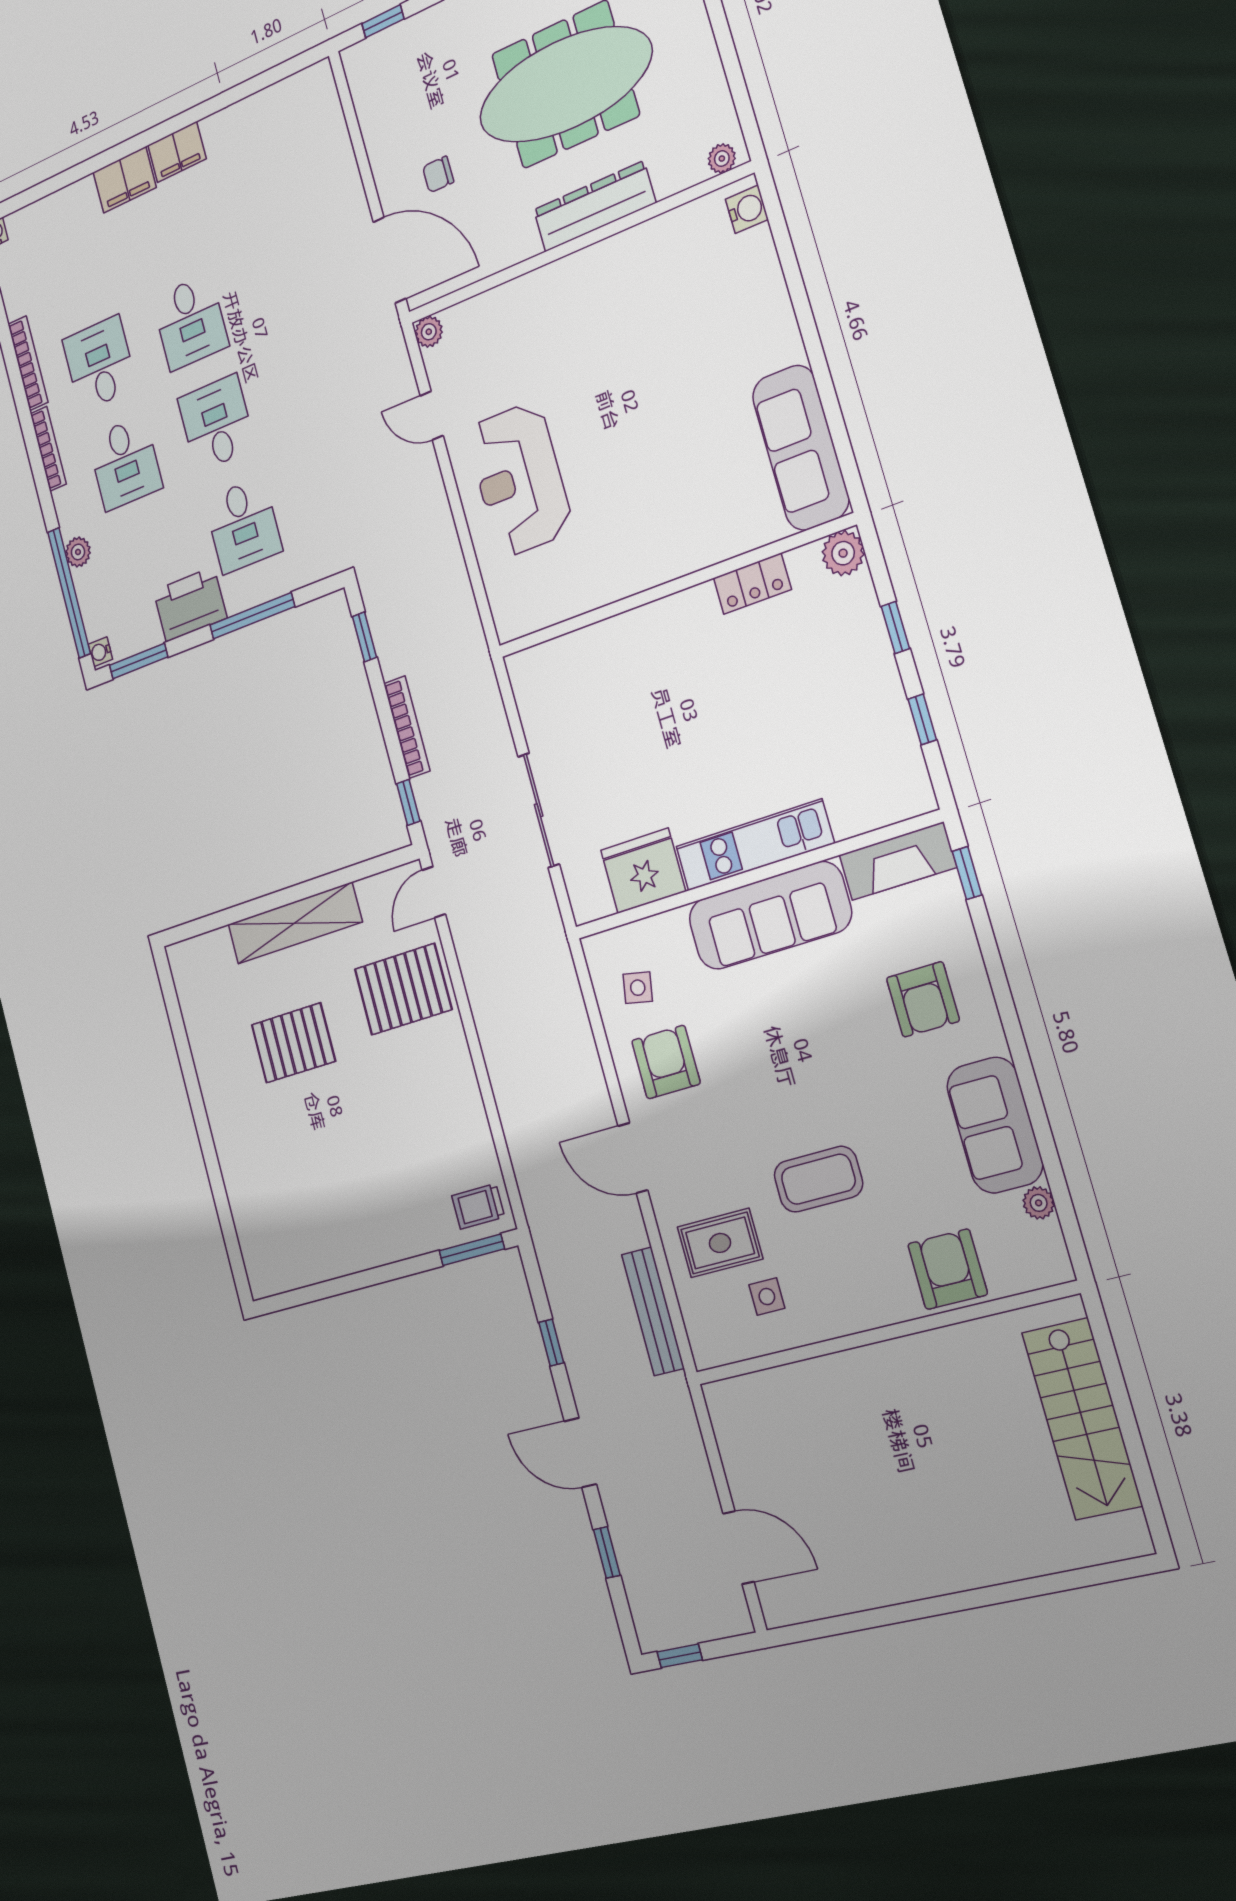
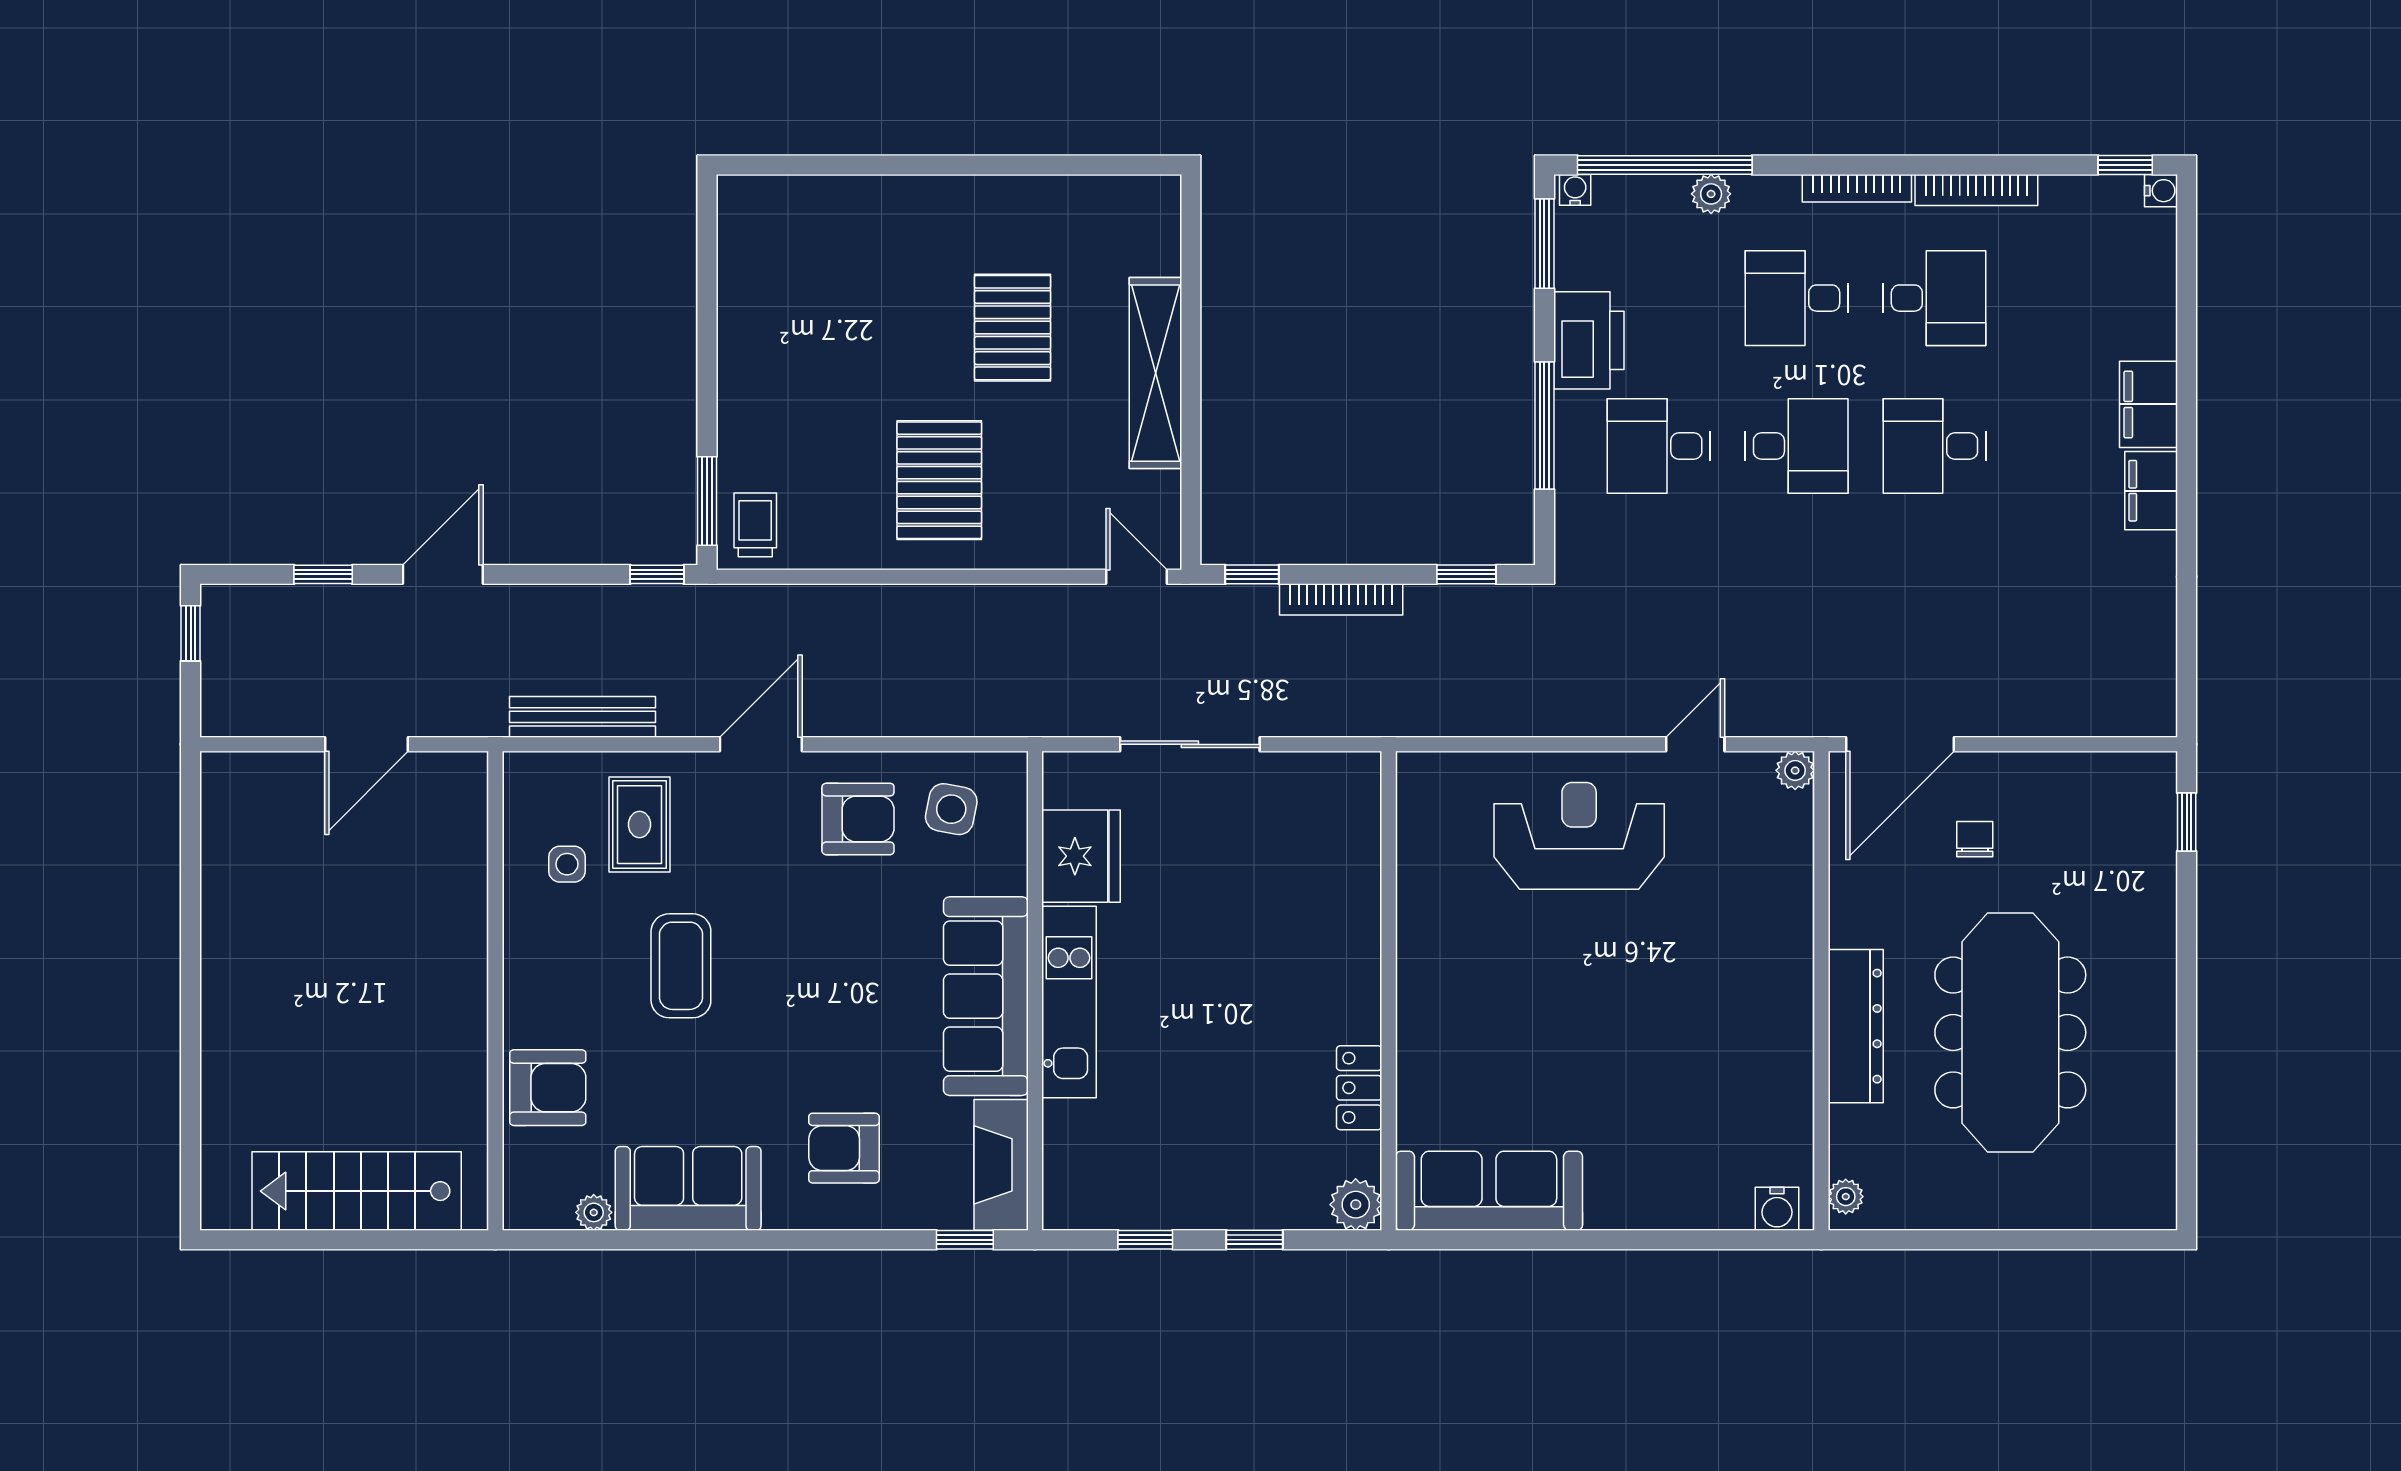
side table: (638, 988) -> (951, 809), width x1.37, depth x1.37
pallet: (403, 989) -> (939, 480), moved
window: (551, 1343) -> (657, 574), moved
door: (738, 1548) -> (366, 744), moved

